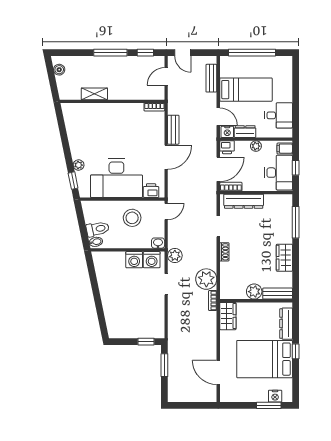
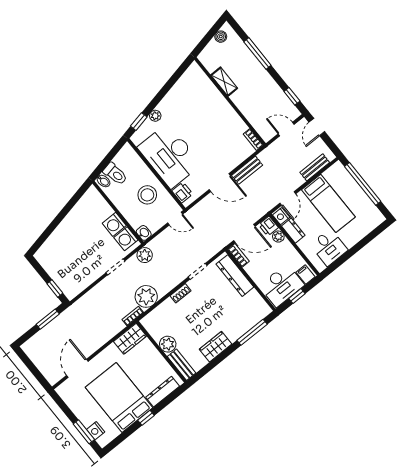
window: (110, 53) -> (257, 54), moved
plant: (256, 146) -> (278, 237), moved

